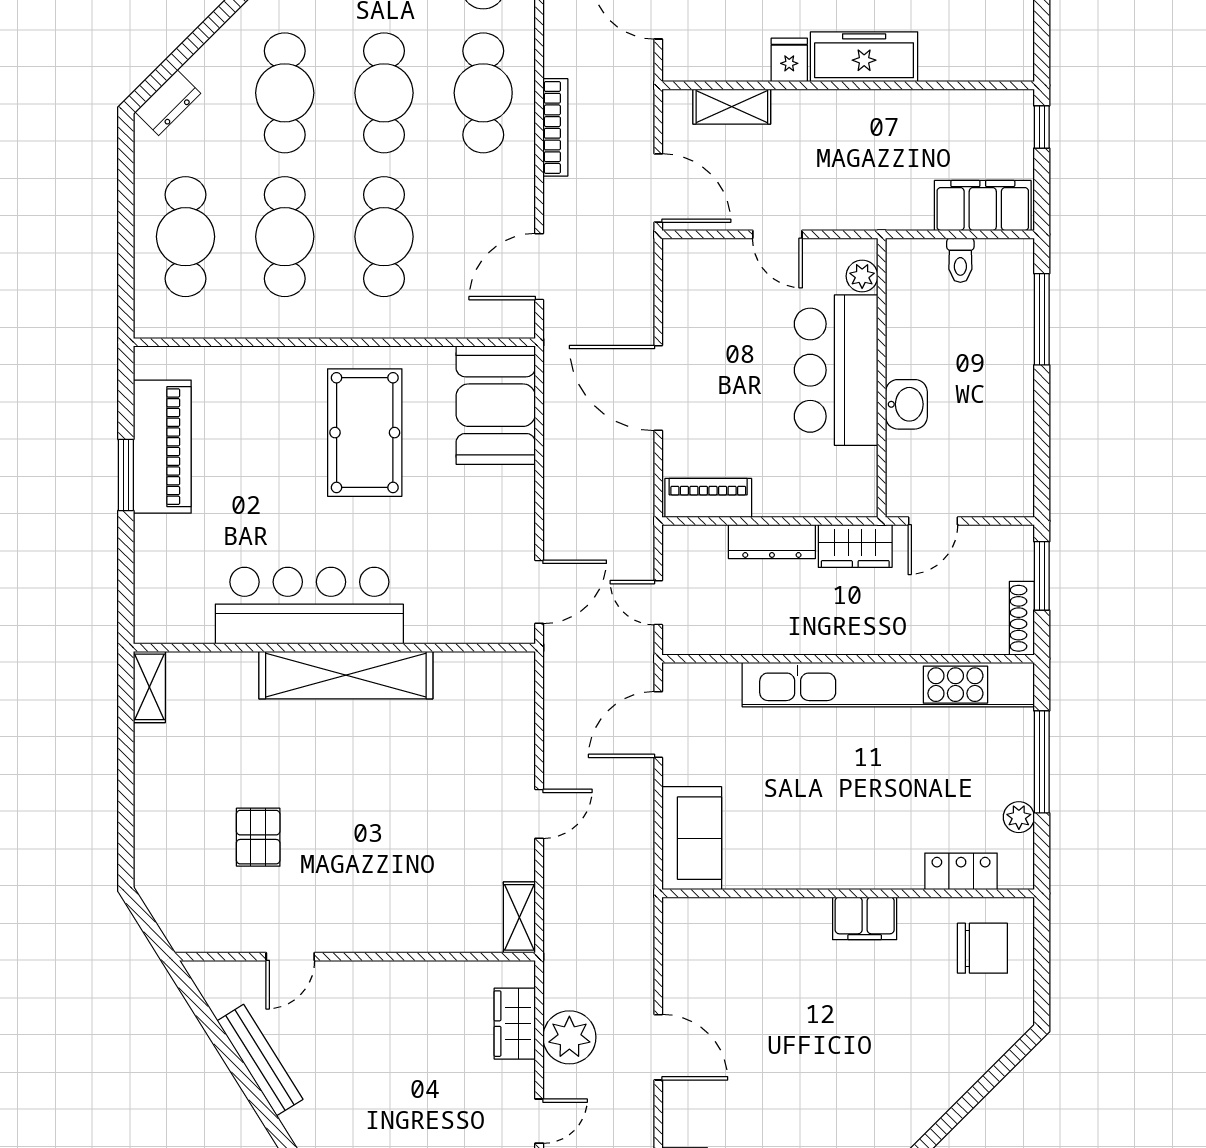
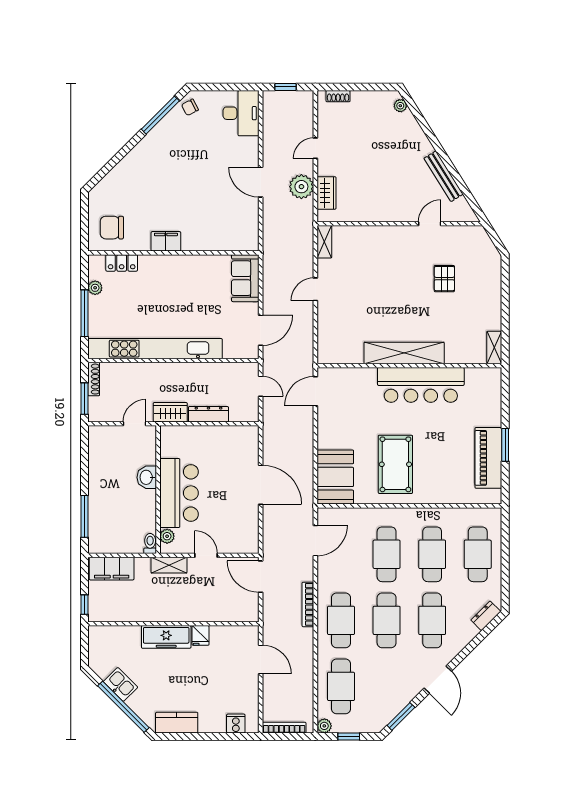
shelving: (732, 107) -> (169, 565), moved
toilet: (960, 260) -> (150, 543), moved
piano: (708, 498) -> (238, 434), removed

